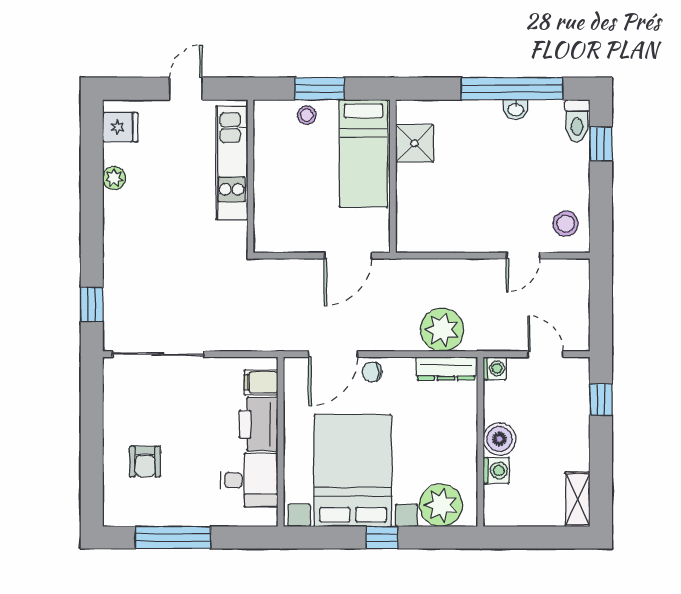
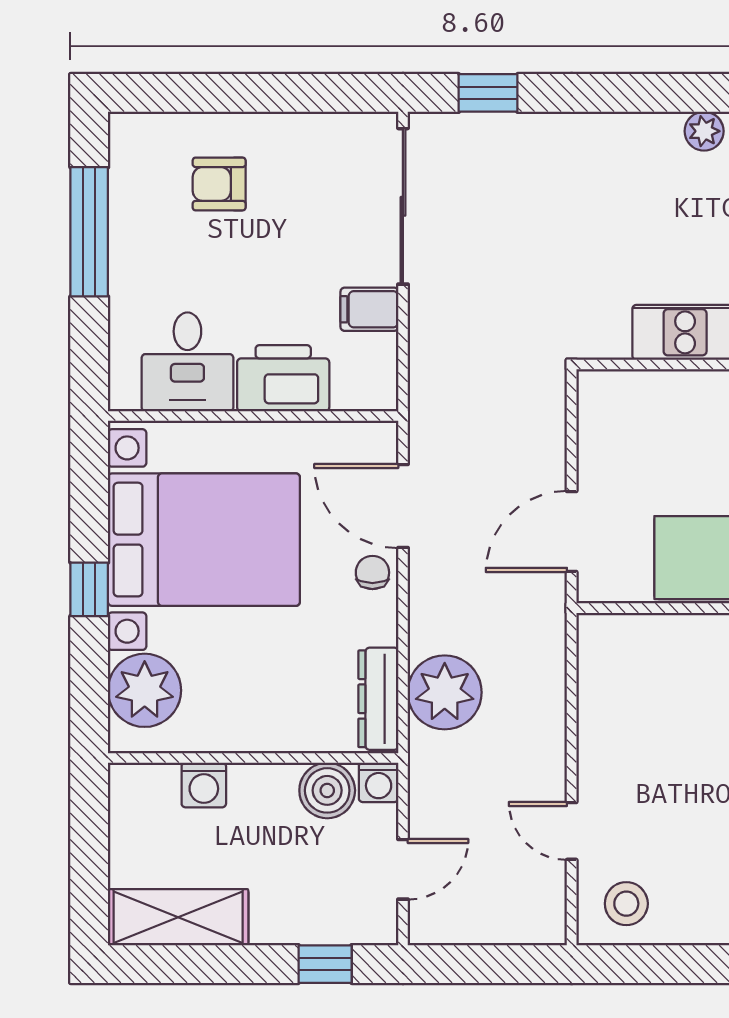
door: (348, 256) -> (572, 531), hinge flipped
filing cabinet: (261, 382) -> (369, 309), moved, turned -90
boiler: (499, 439) -> (327, 790), moved
shelving: (578, 499) -> (178, 917), width x1.50, depth x1.33

